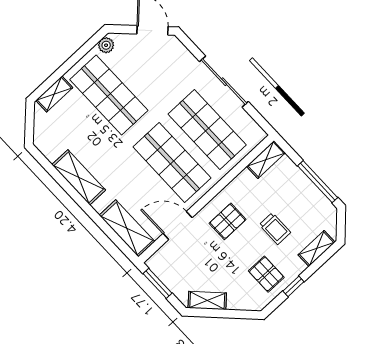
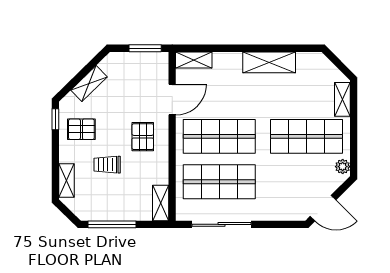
sliding door: (224, 82) -> (221, 224), moved
shelving: (127, 228) -> (194, 60), width x0.67, depth x0.75
window: (293, 286) -> (55, 119), moved
shelving: (207, 301) -> (89, 83), moved

